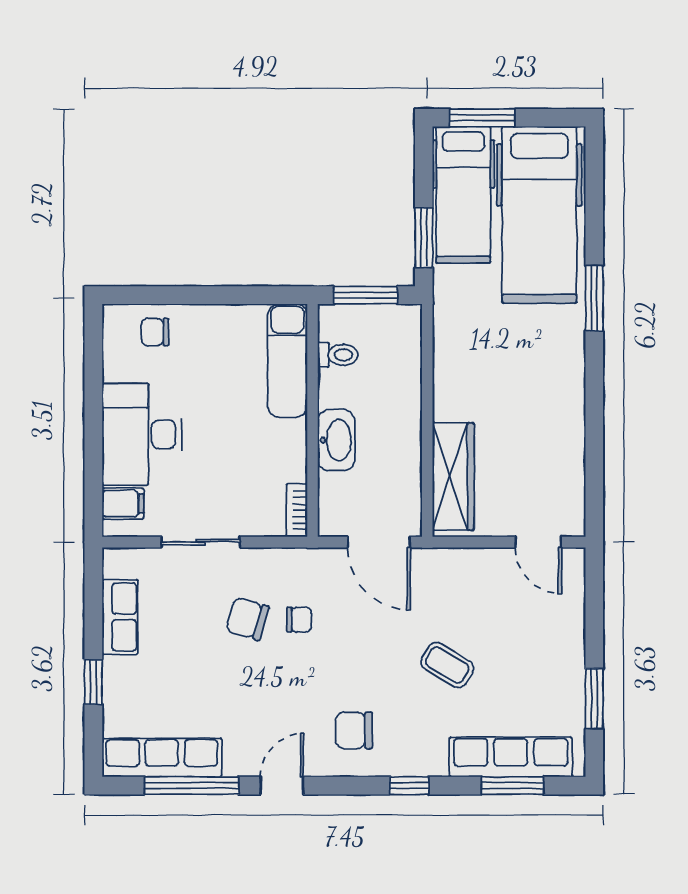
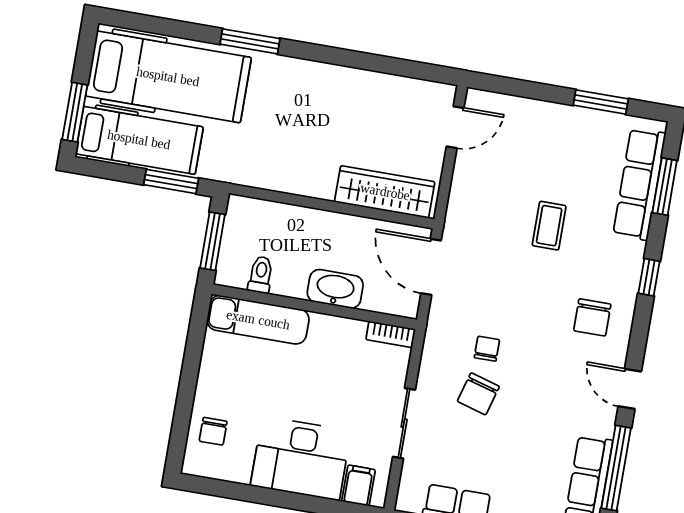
door: (379, 542) -> (431, 267), swing flipped
coffee table: (447, 665) -> (549, 226), turned -31

